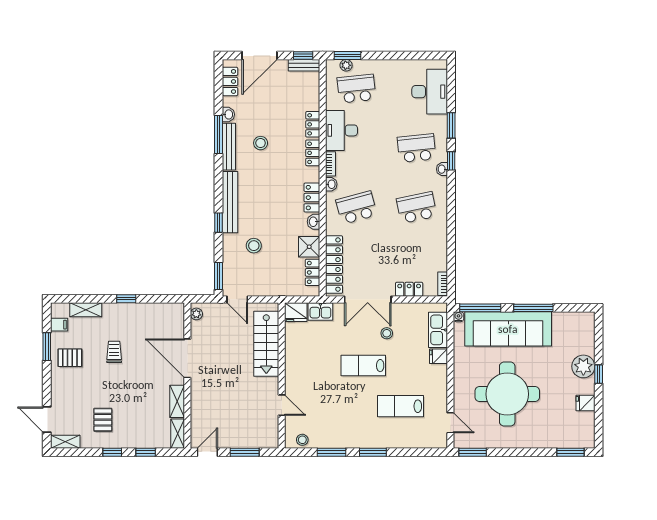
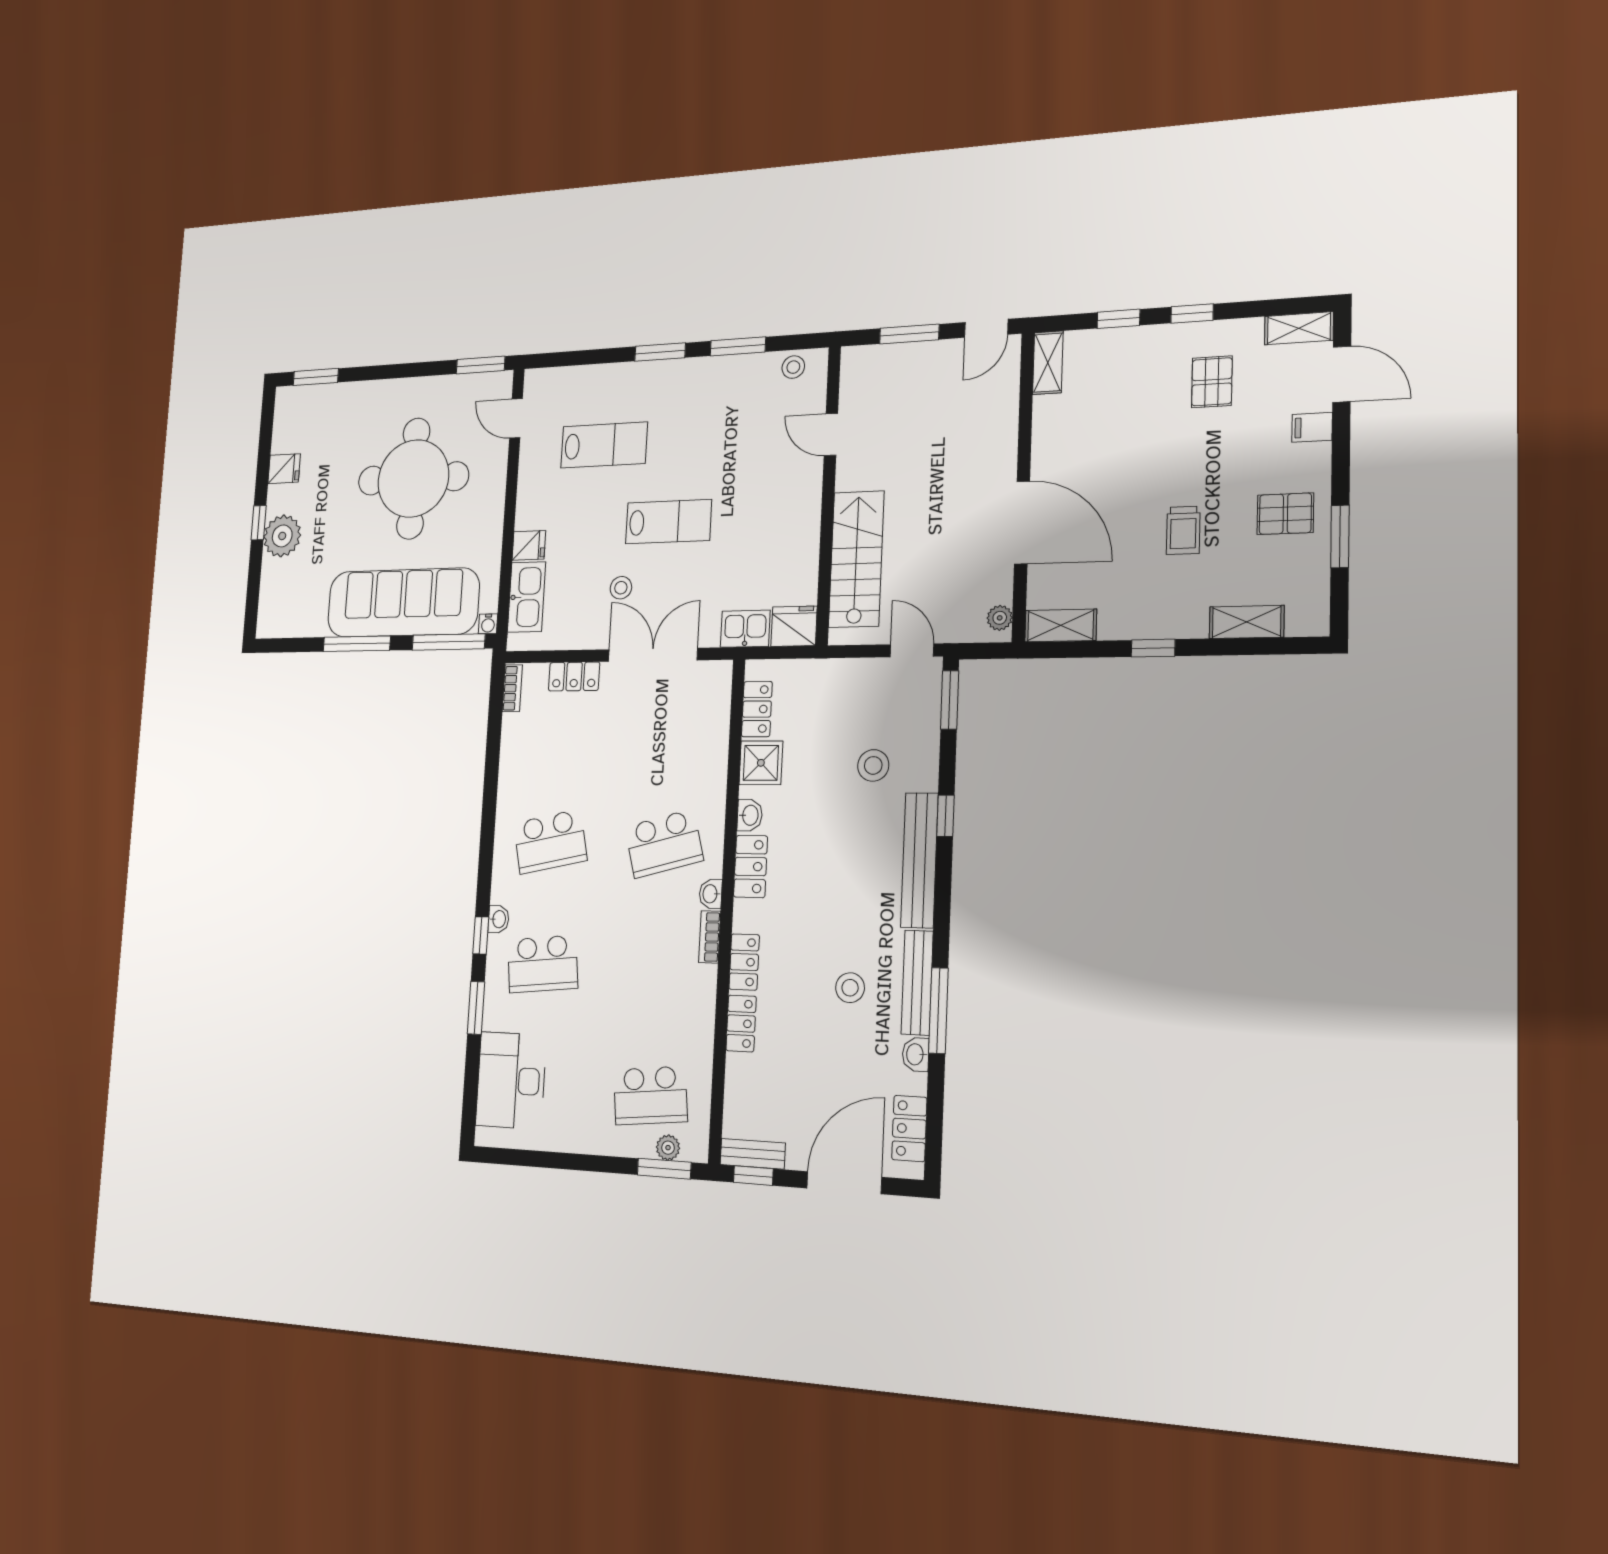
desk: (342, 130) -> (684, 1008), removed
locker: (334, 265) -> (714, 726), removed
filing cabinet: (59, 325) -> (1312, 427), moved
shelving: (177, 401) -> (1061, 625), moved, turned 90

